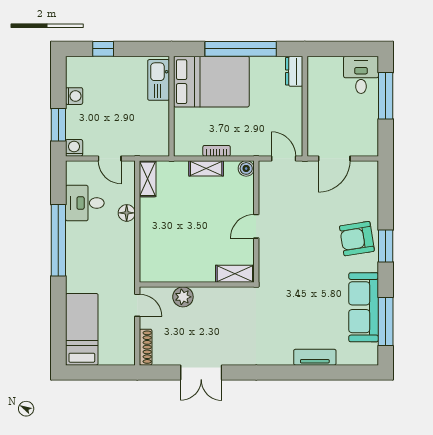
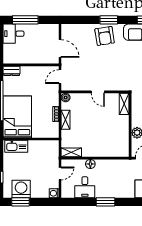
washing machine: (74, 96) -> (21, 189), width x1.89, depth x1.89
window: (58, 125) -> (21, 202), moved
window: (58, 240) -> (106, 202), width x0.47

